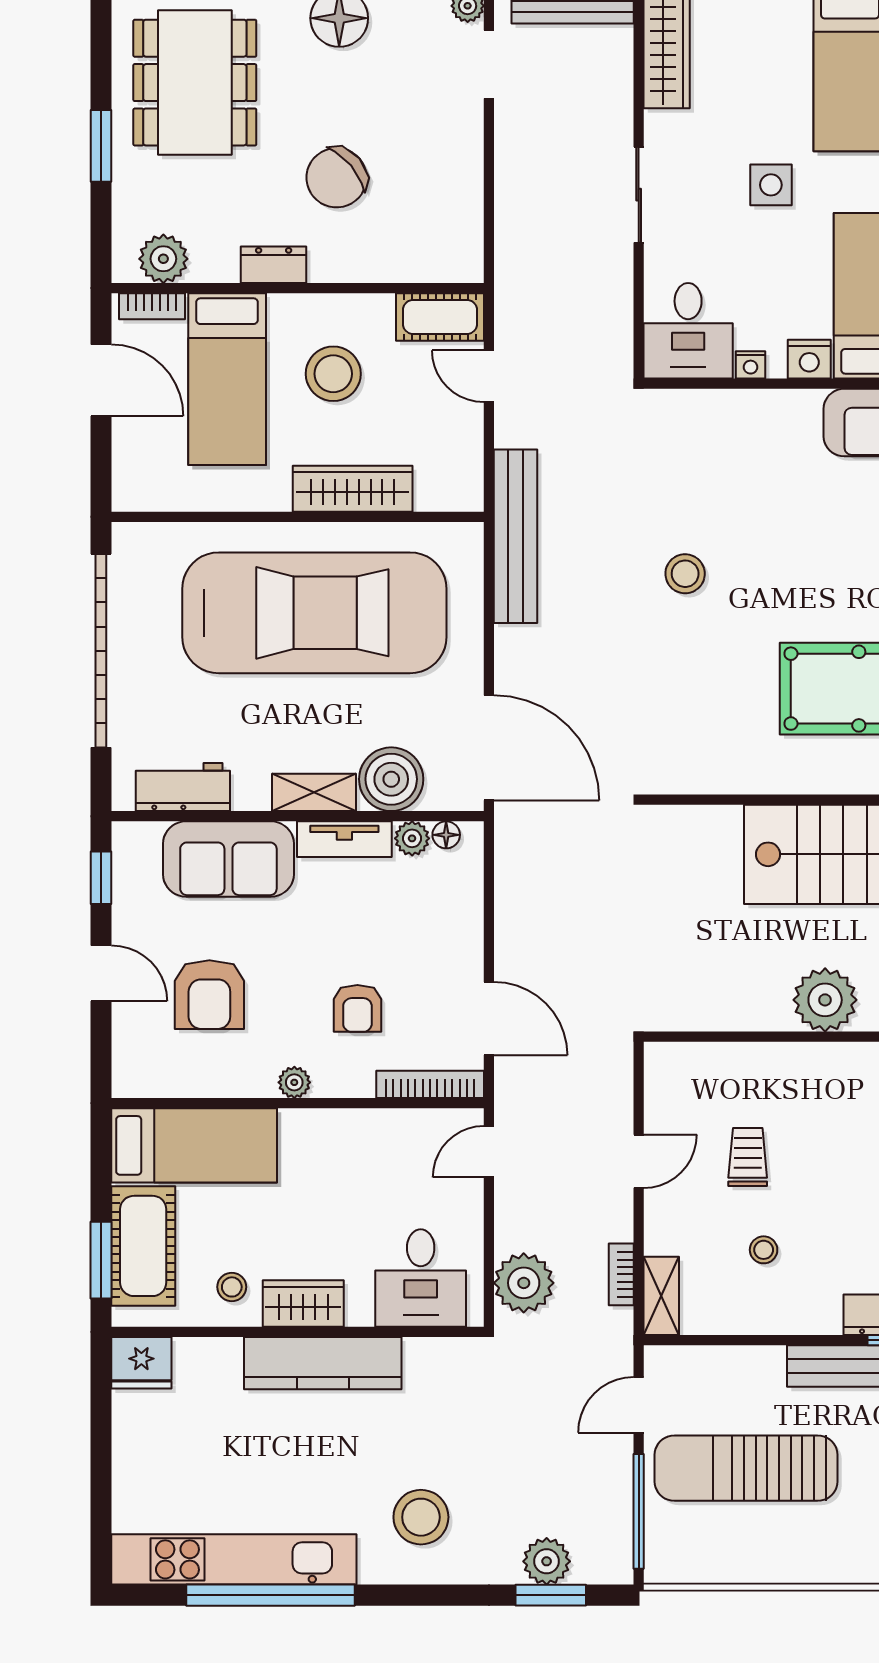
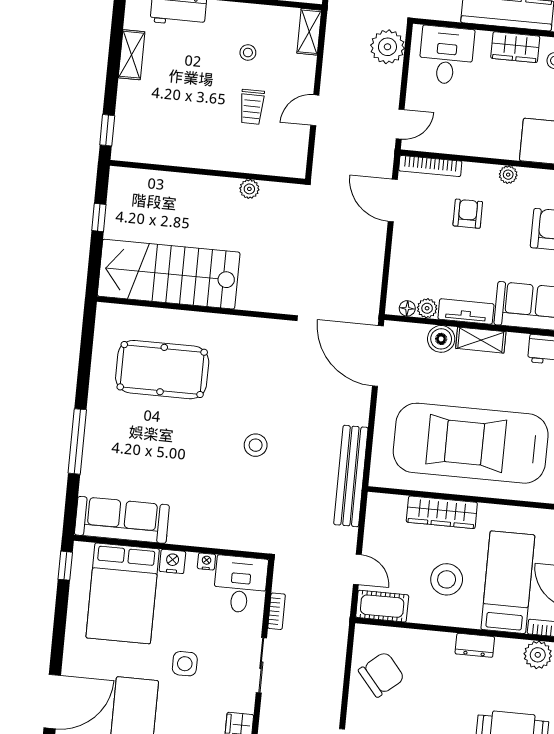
chair: (336, 178) -> (382, 674), moved
boiler: (391, 779) -> (441, 339), width x0.73, depth x0.73
plant: (825, 1000) -> (249, 189), moved, width x0.53, depth x0.53
bookcase: (621, 1274) -> (277, 611), moved

